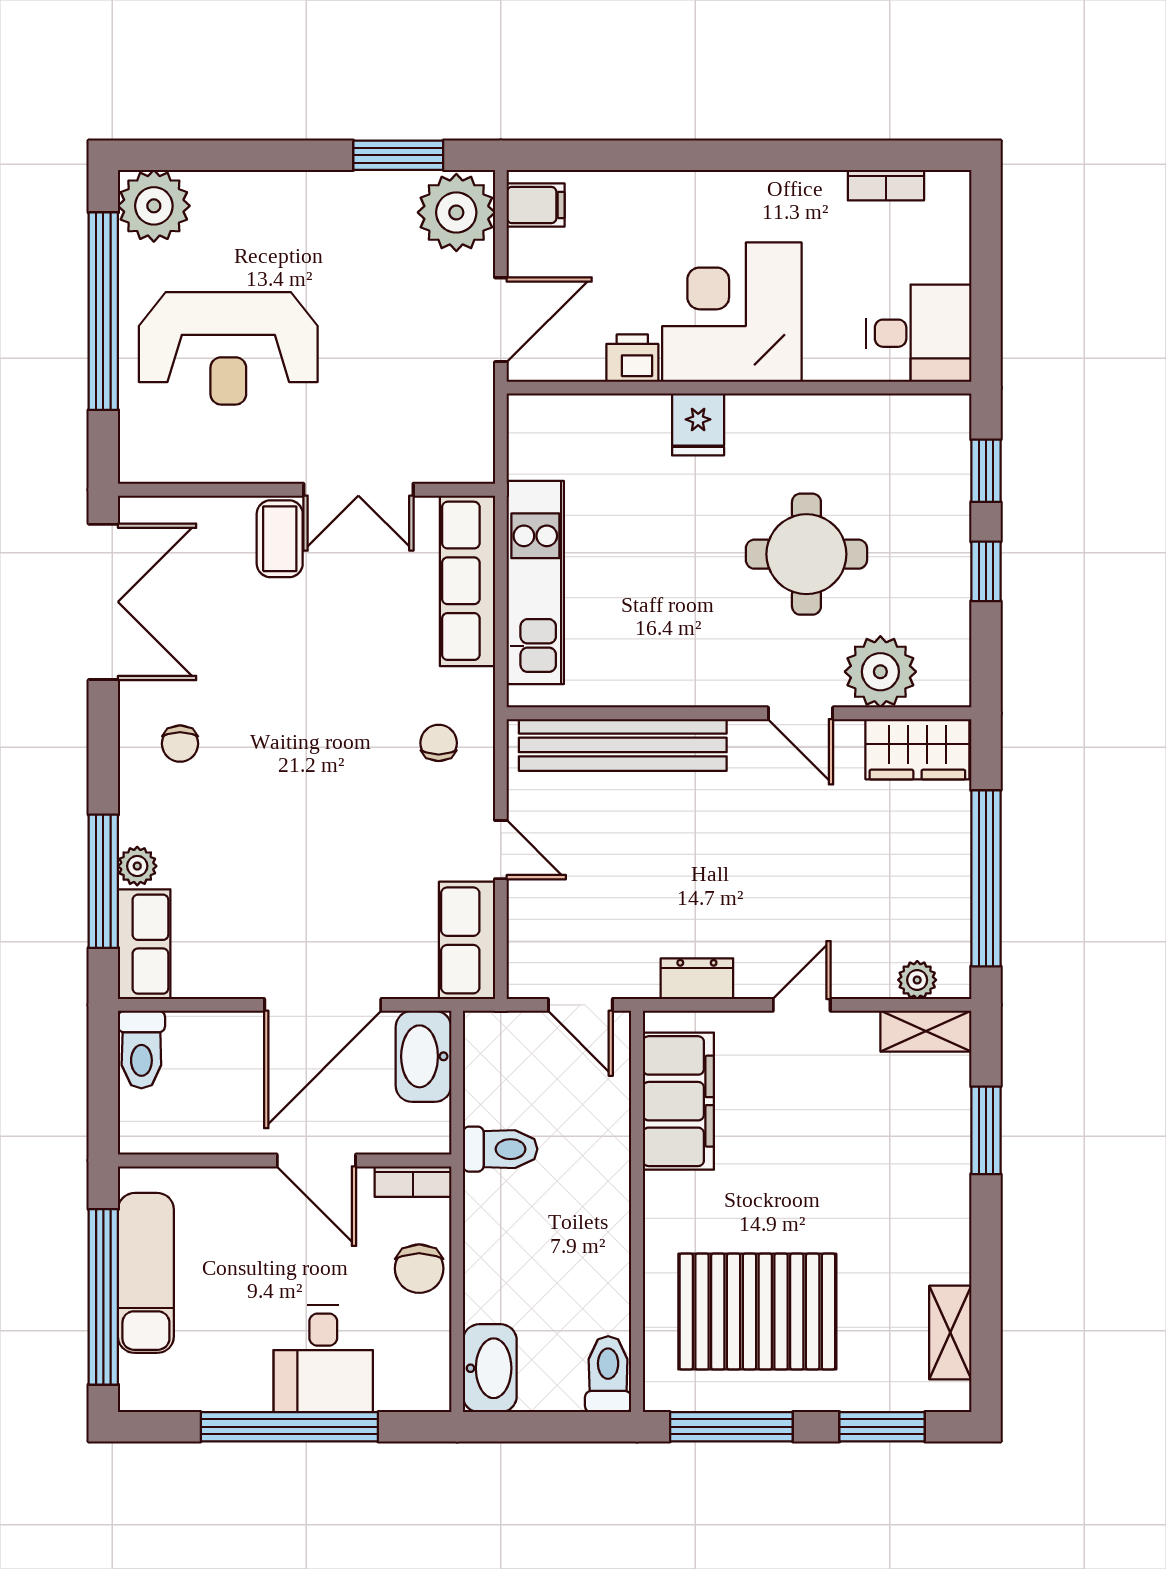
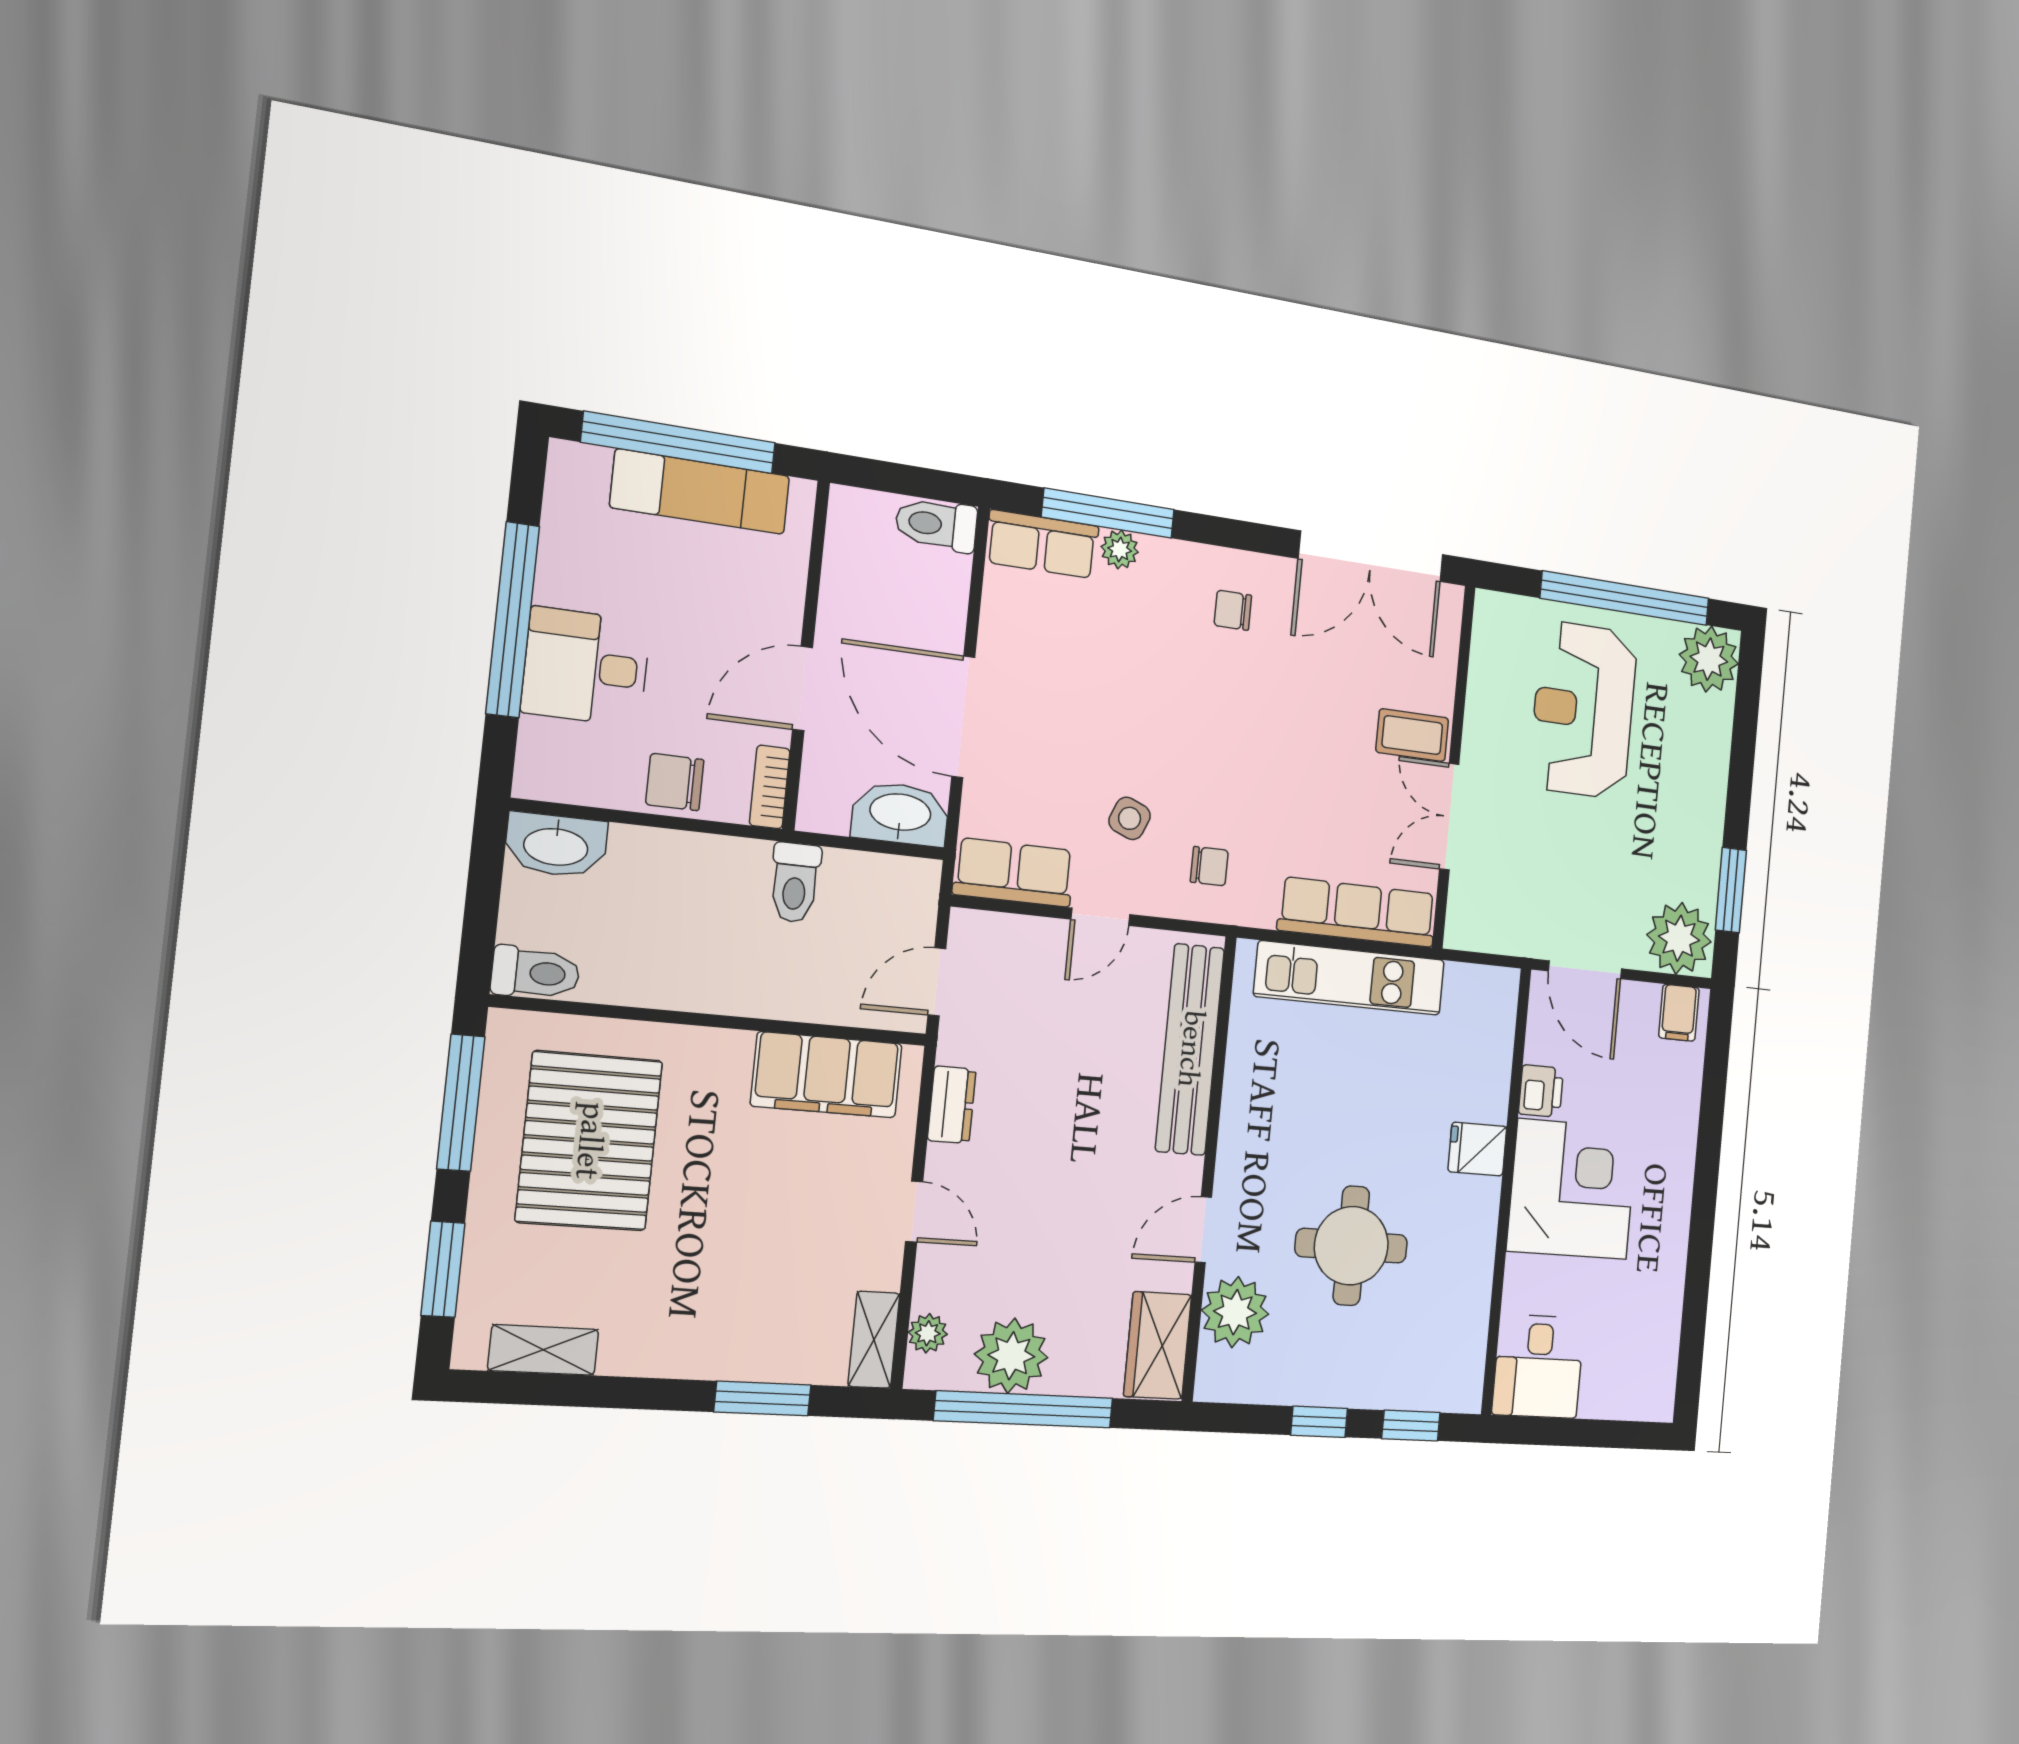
bookcase: (886, 185) -> (1667, 1342), removed
side table: (401, 830) -> (1130, 818), added
plant: (935, 896) -> (1011, 1356), added

